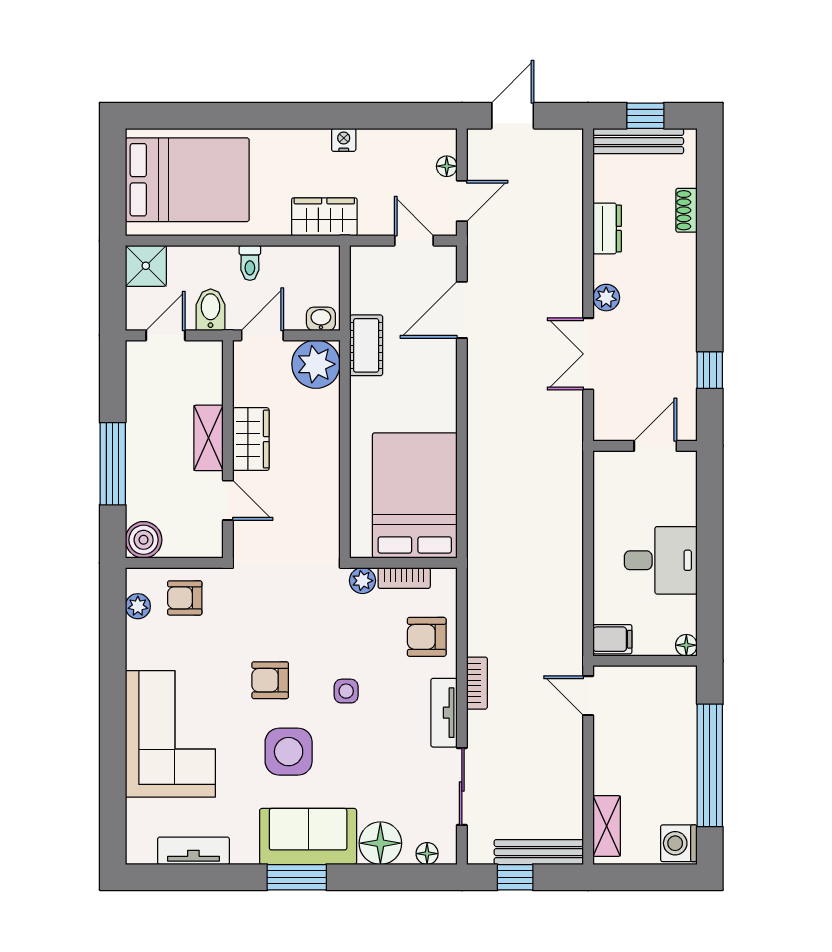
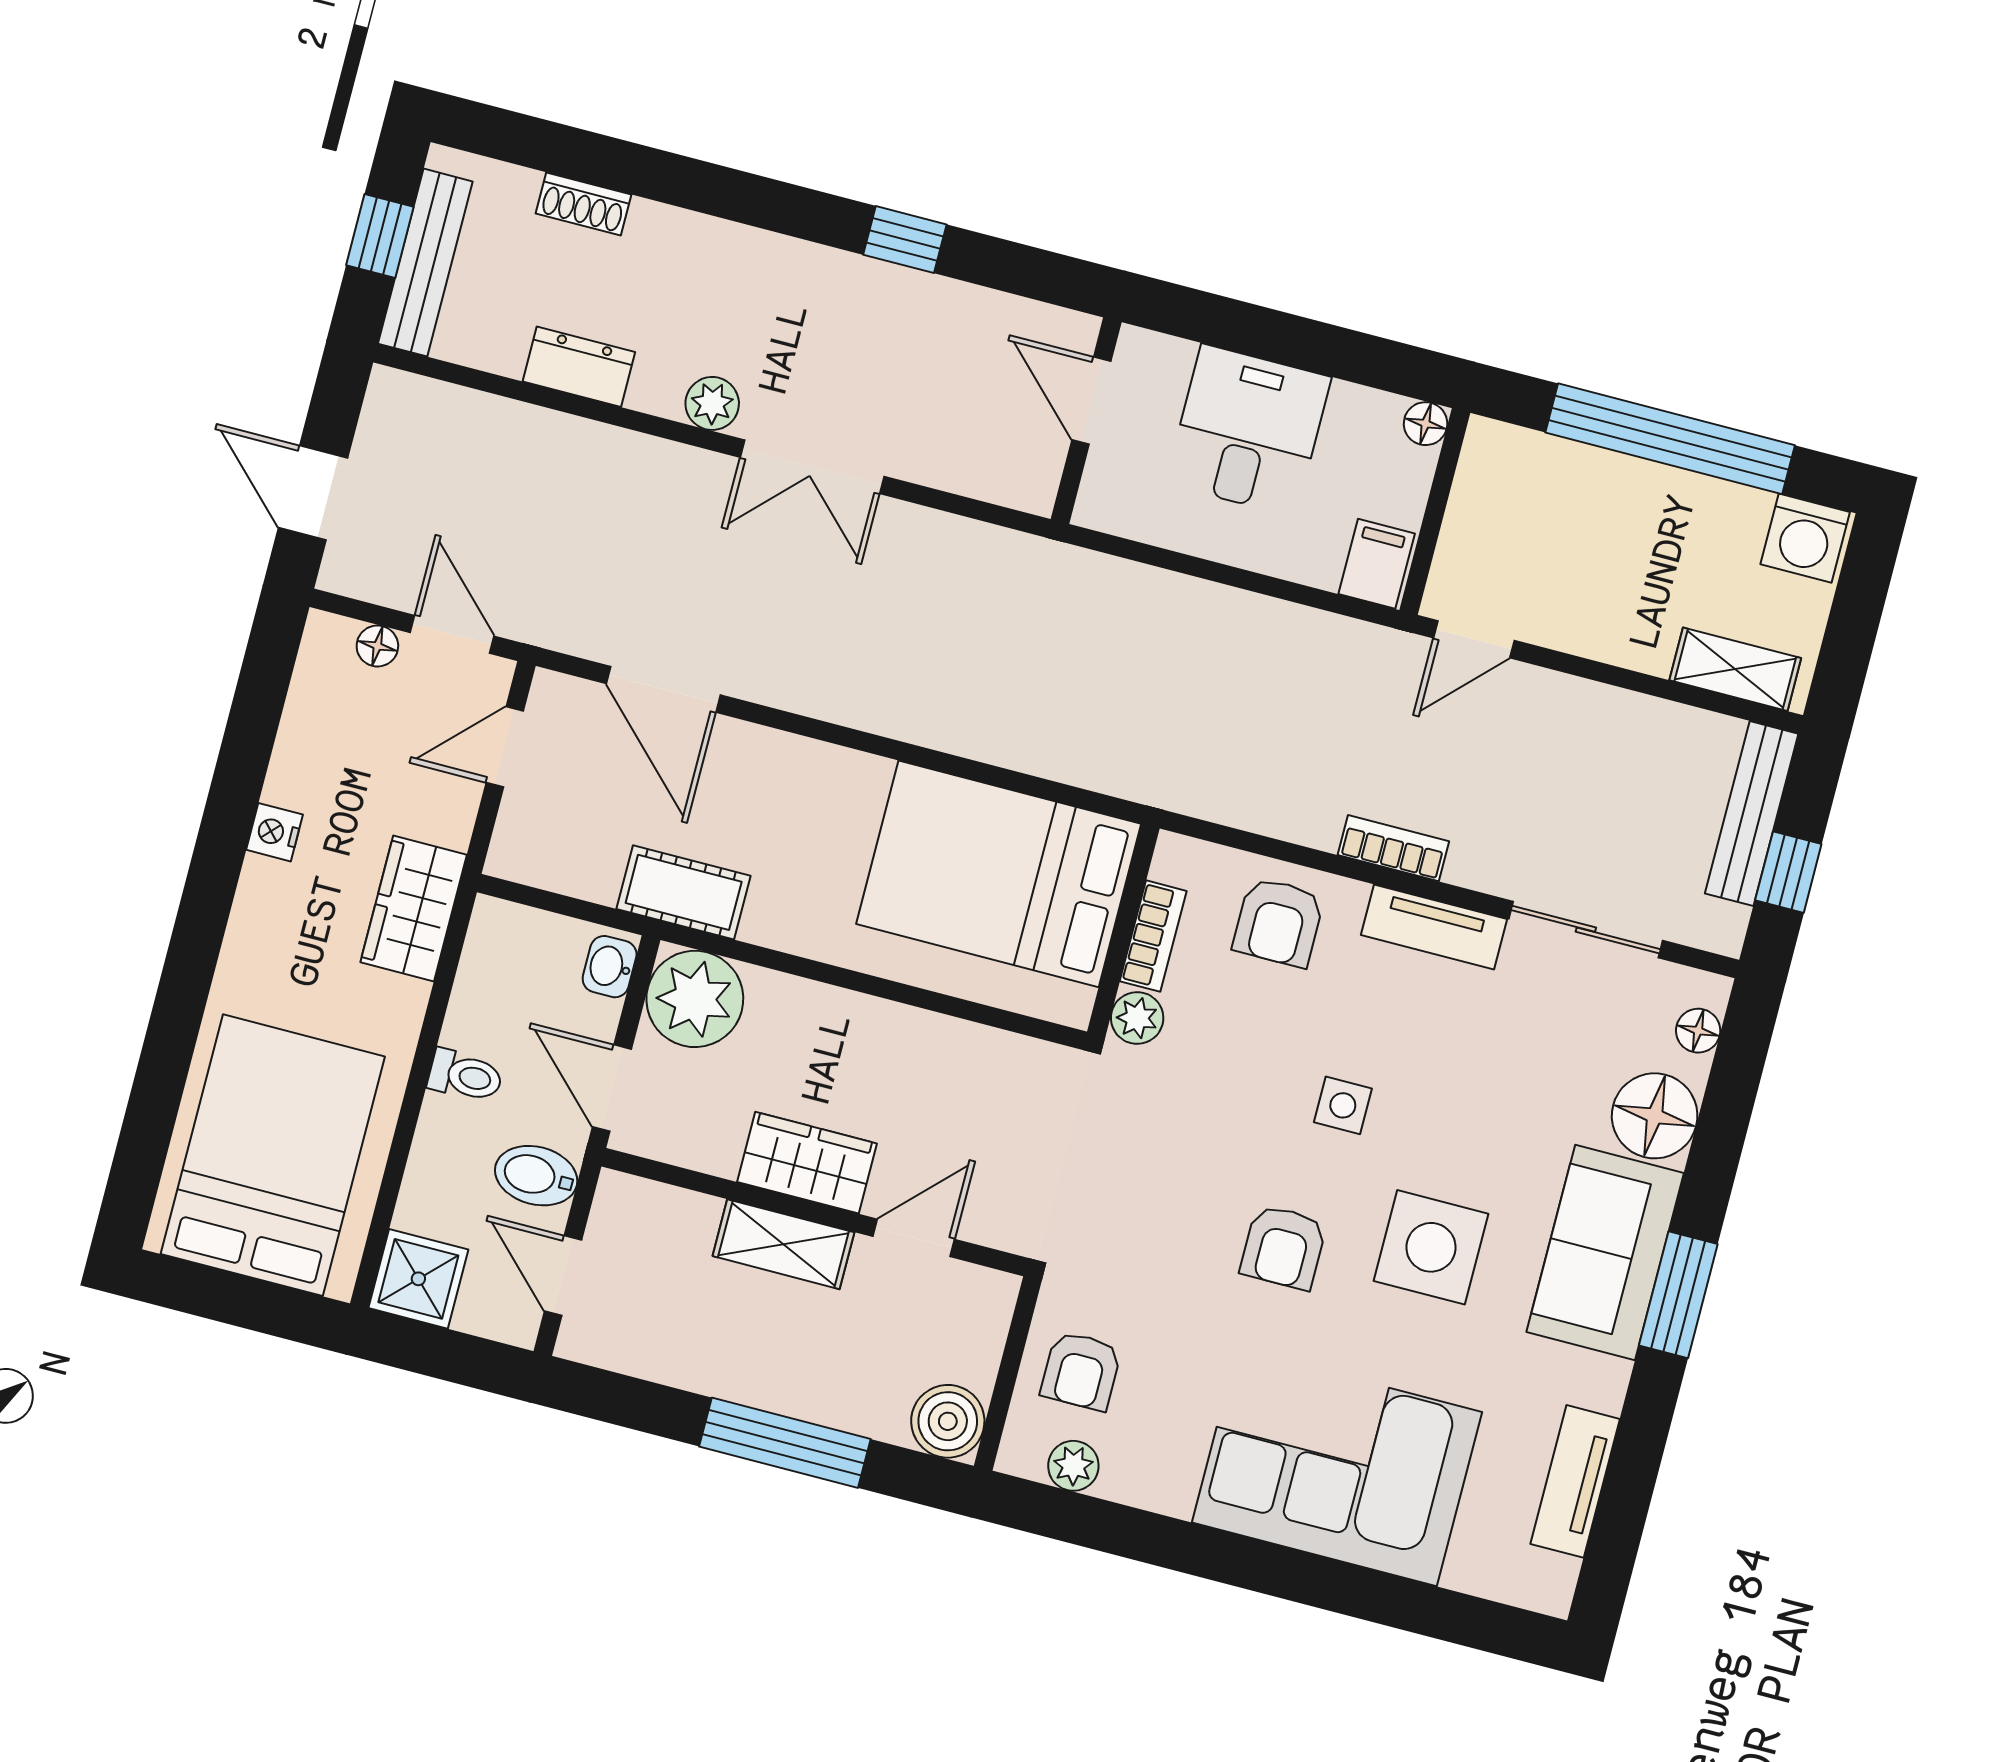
wall: (645, 446) -> (1086, 421), moved
door: (655, 446) -> (1091, 401), moved

